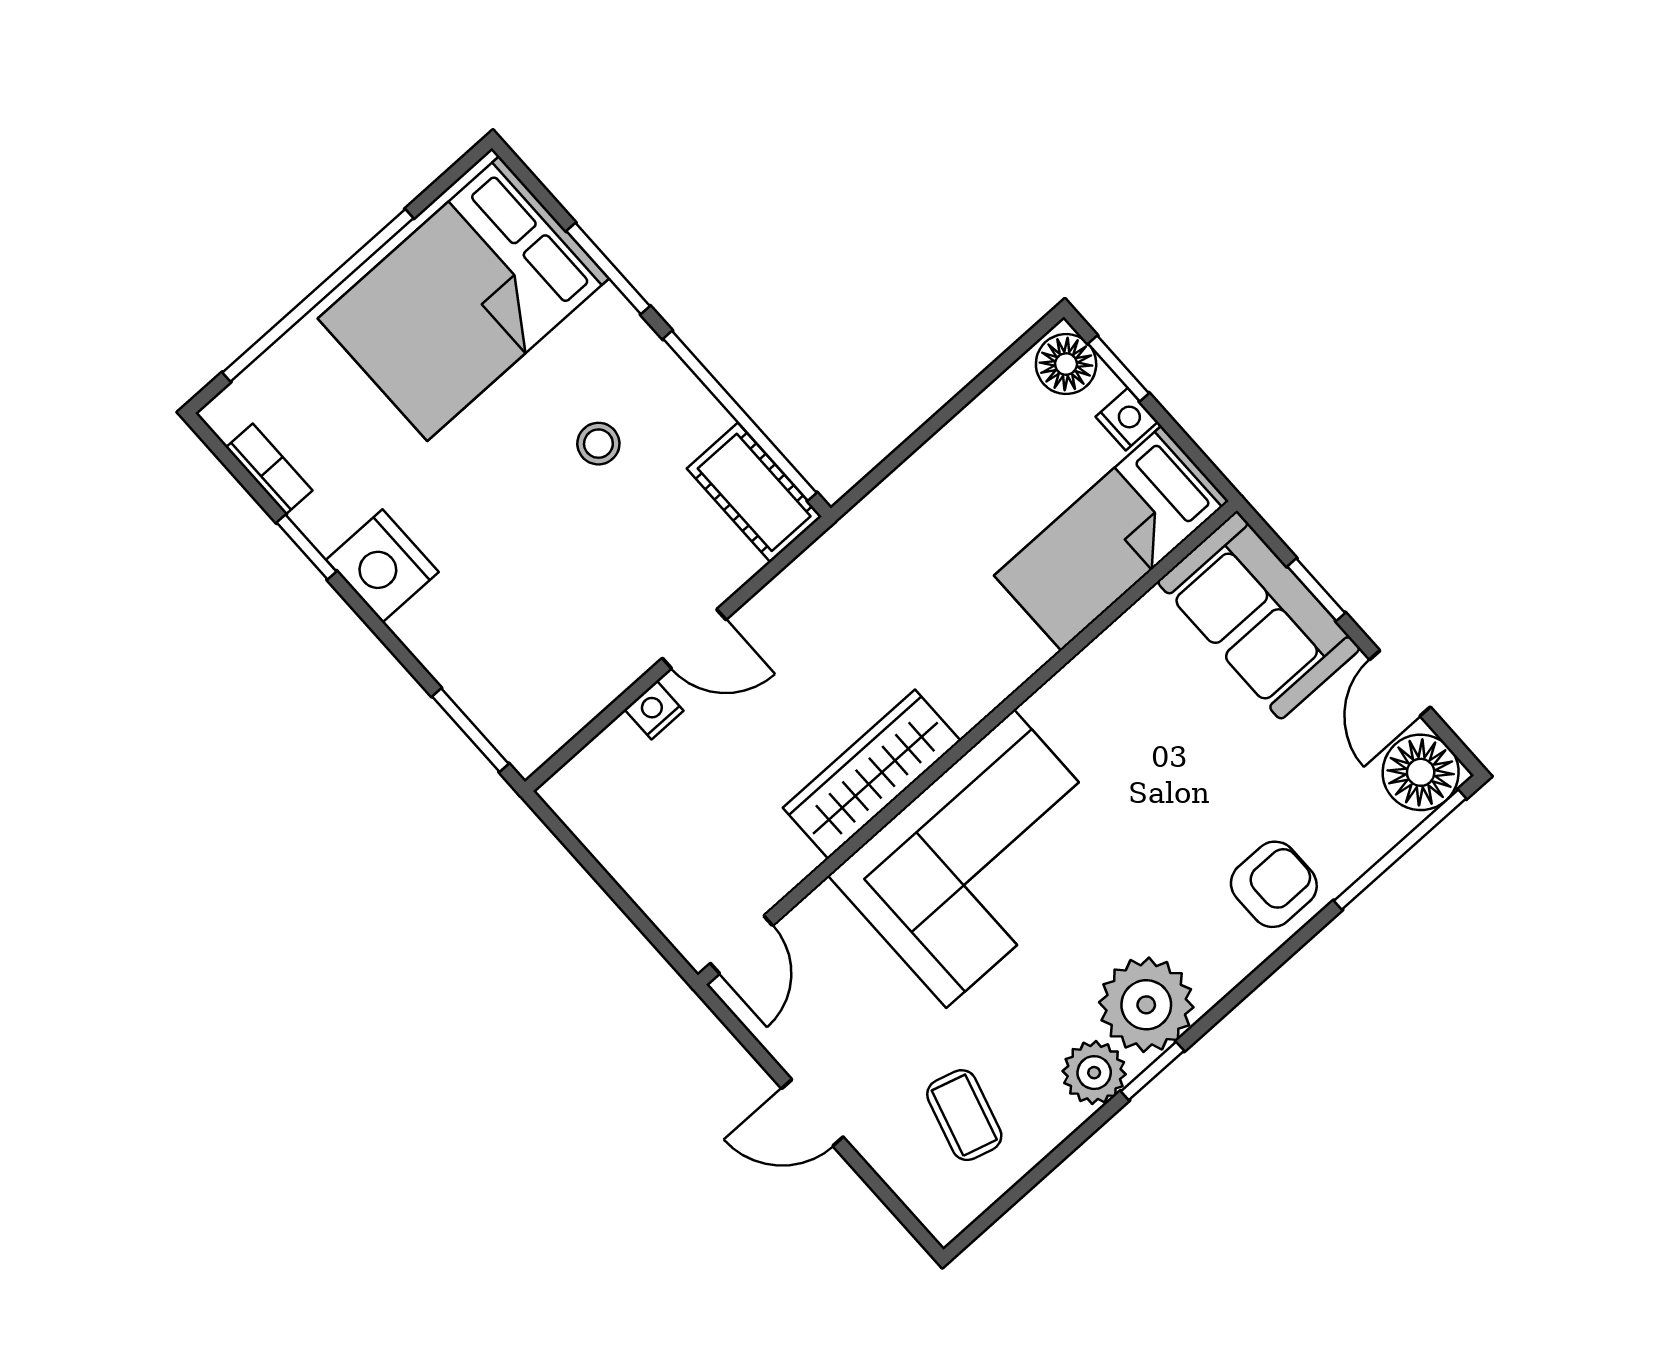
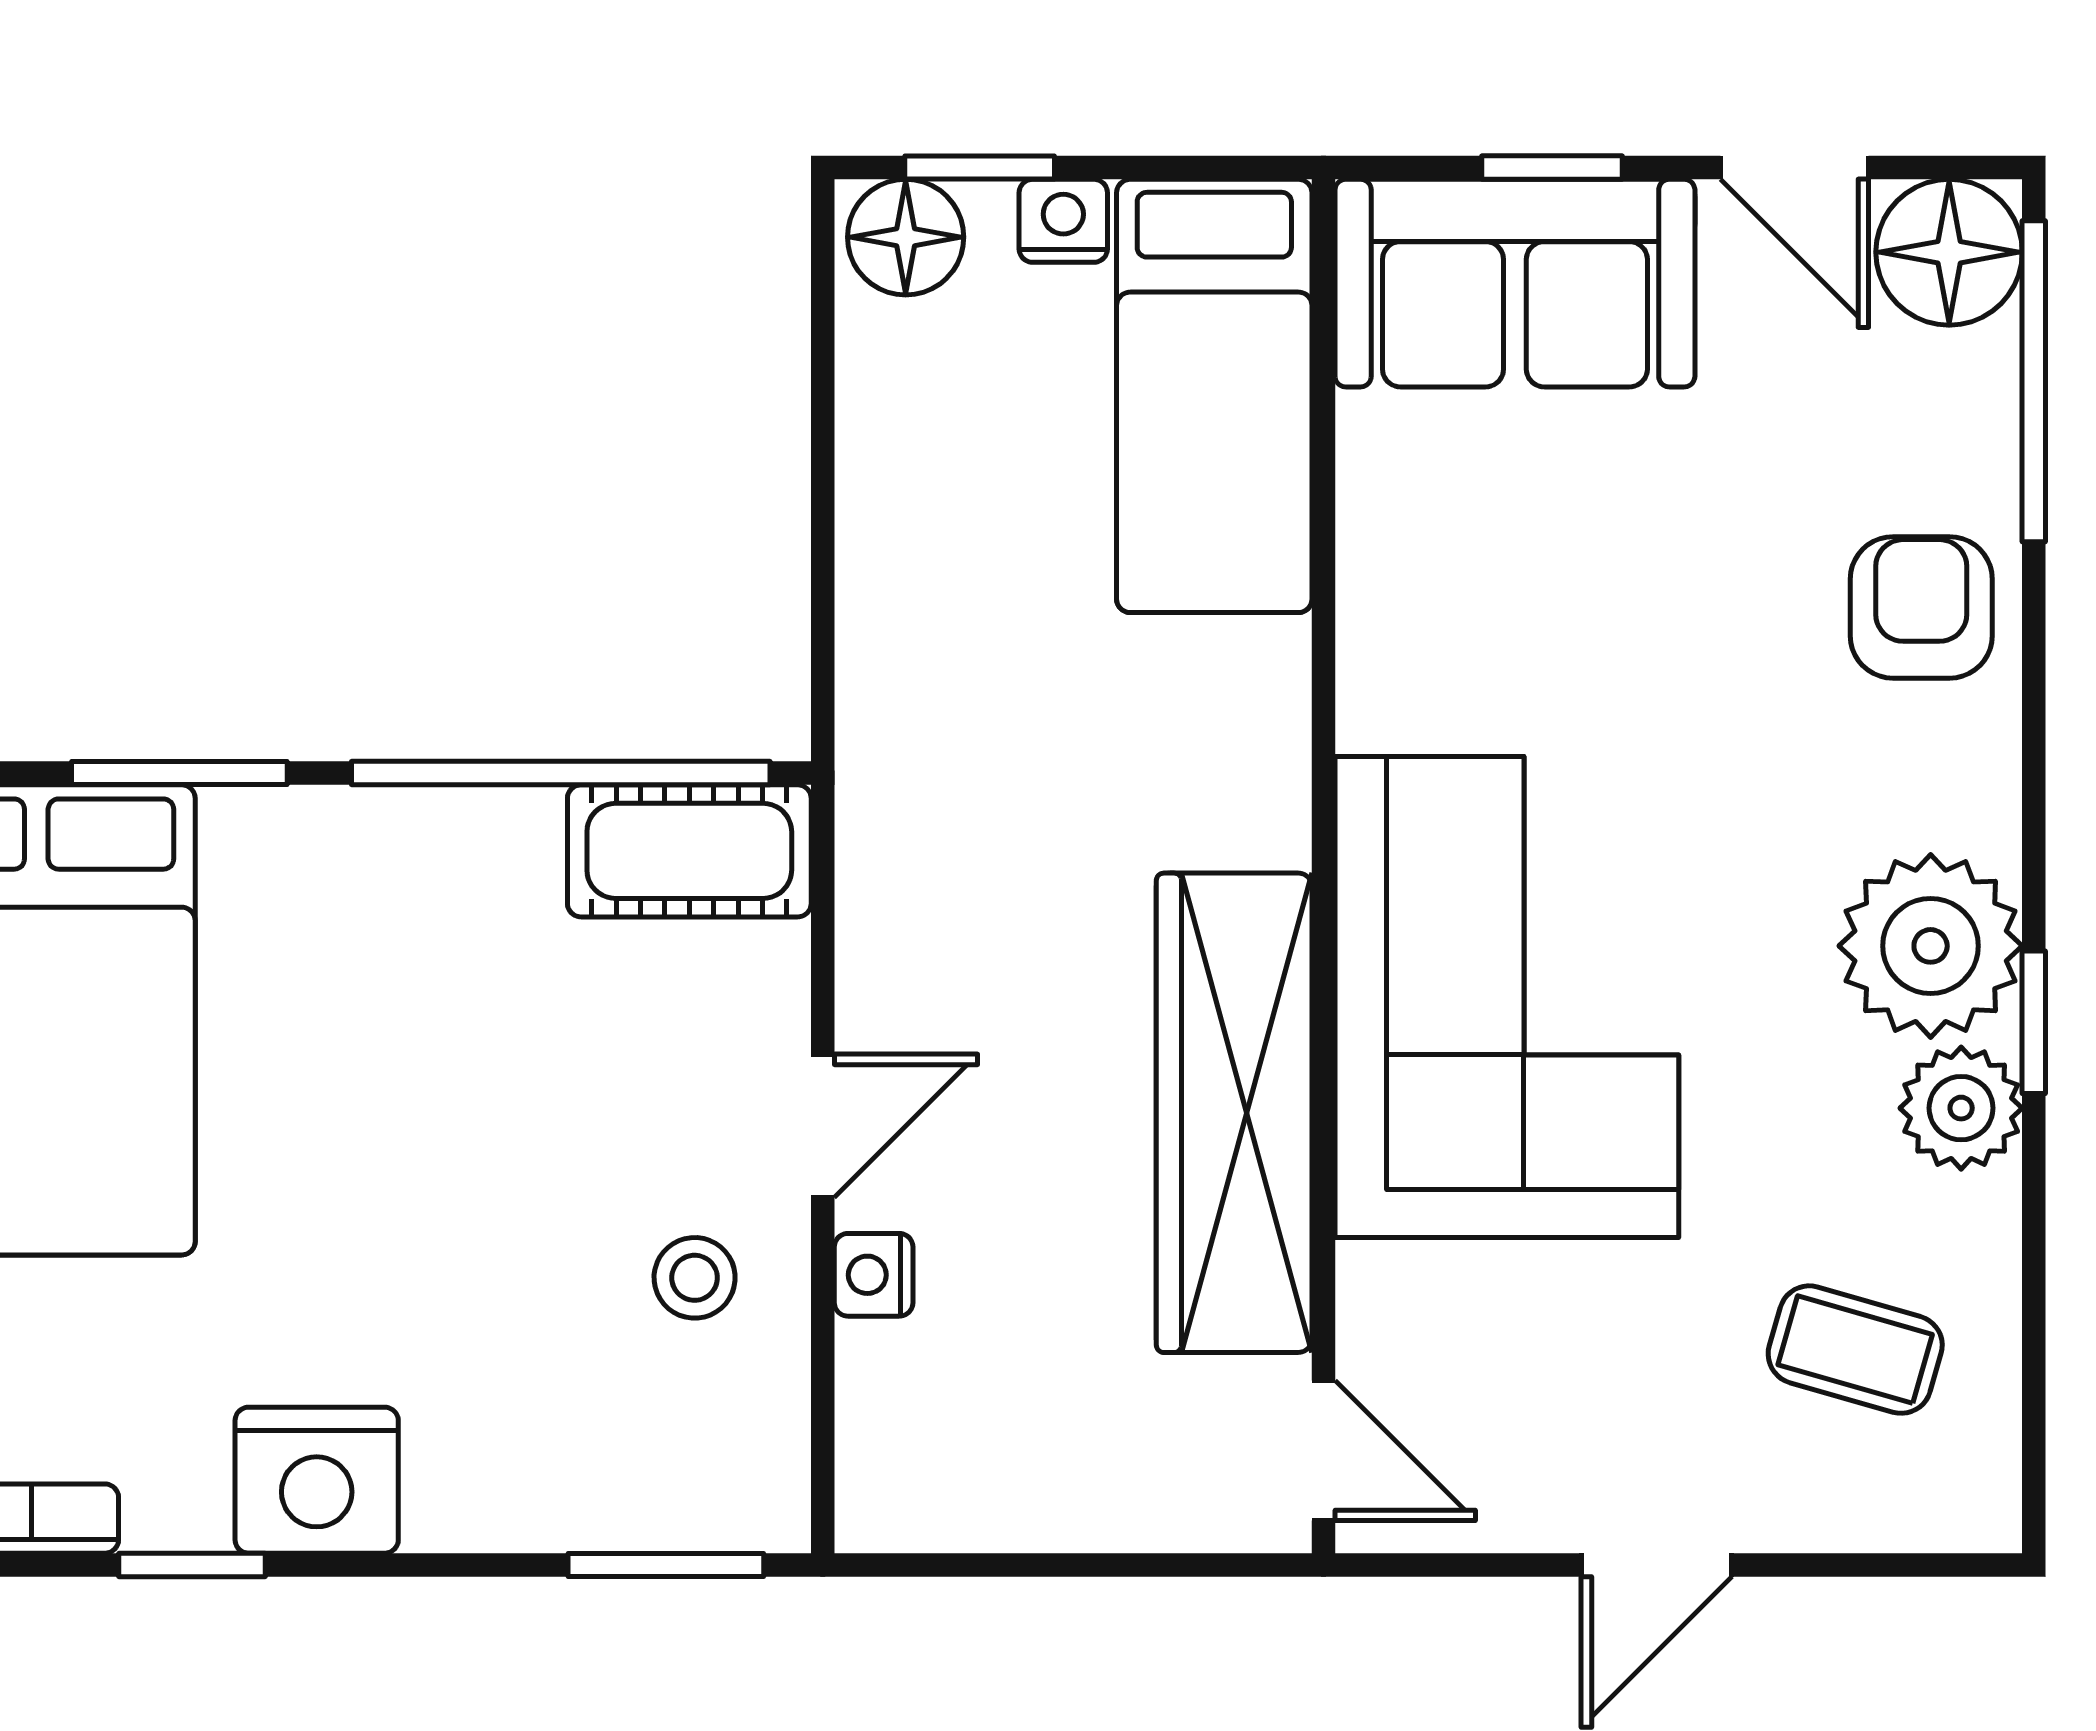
stool: (598, 444) -> (695, 1278), moved
wardrobe: (872, 774) -> (1234, 1113), width x1.40, depth x1.17

